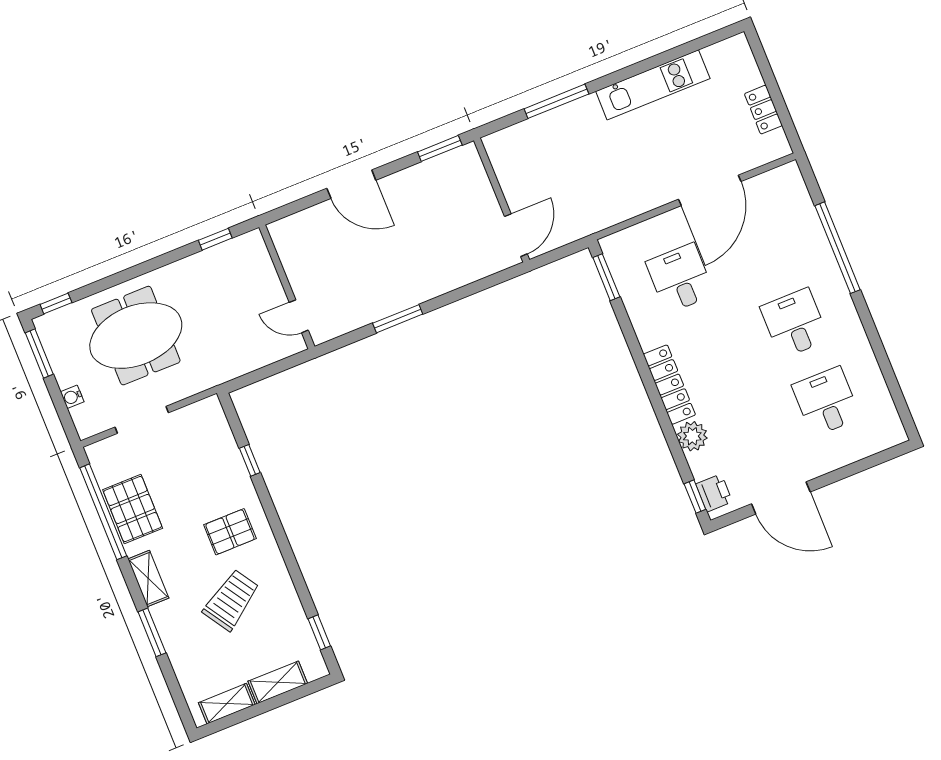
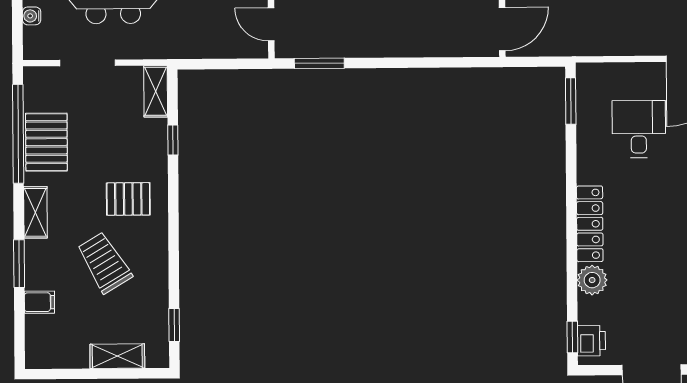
window: (398, 319) -> (319, 63), moved
trolley: (231, 600) -> (104, 263), turned -88
filing cabinet: (185, 661) -> (39, 302), added
shelving: (227, 704) -> (156, 91), moved, turned 90

